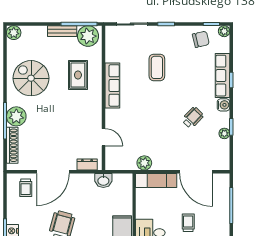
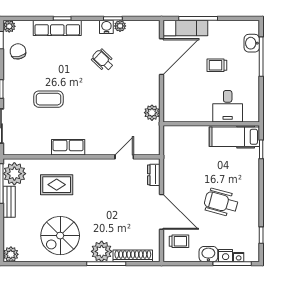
row of seats: (112, 85) -> (68, 147), width x0.68
water cooler: (223, 105) -> (106, 27), moved
washbasin: (103, 180) -> (208, 254), moved, turned -90
exam couch: (156, 180) -> (185, 28), moved, turned 90

